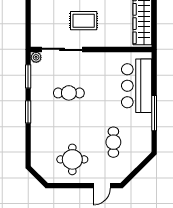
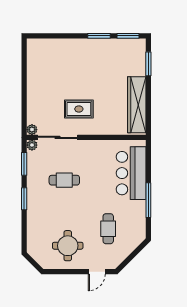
plant: (36, 42) -> (32, 130), added

